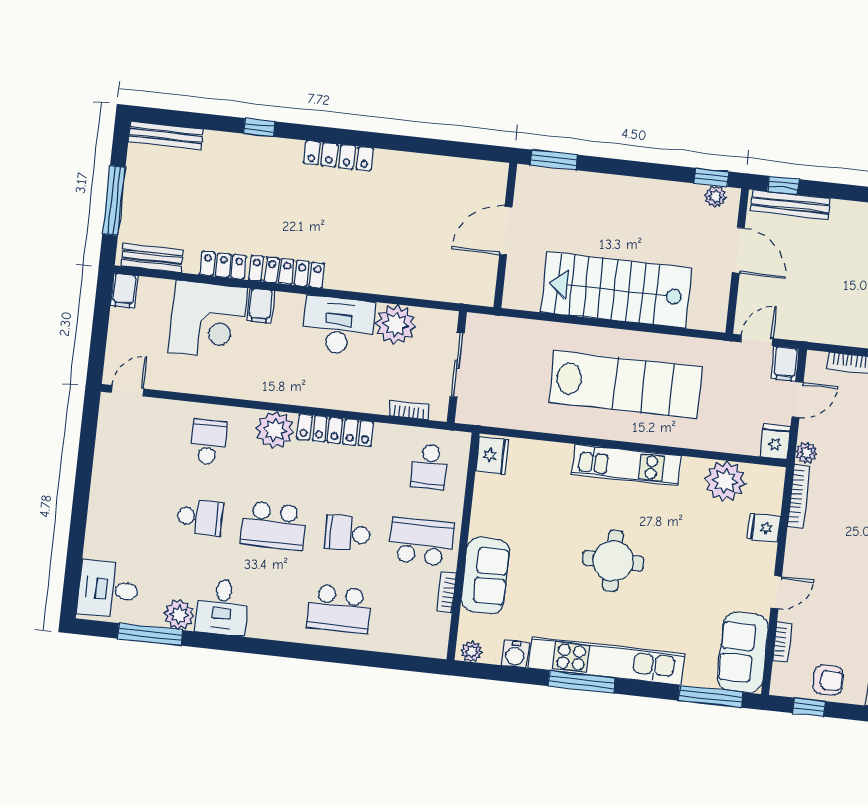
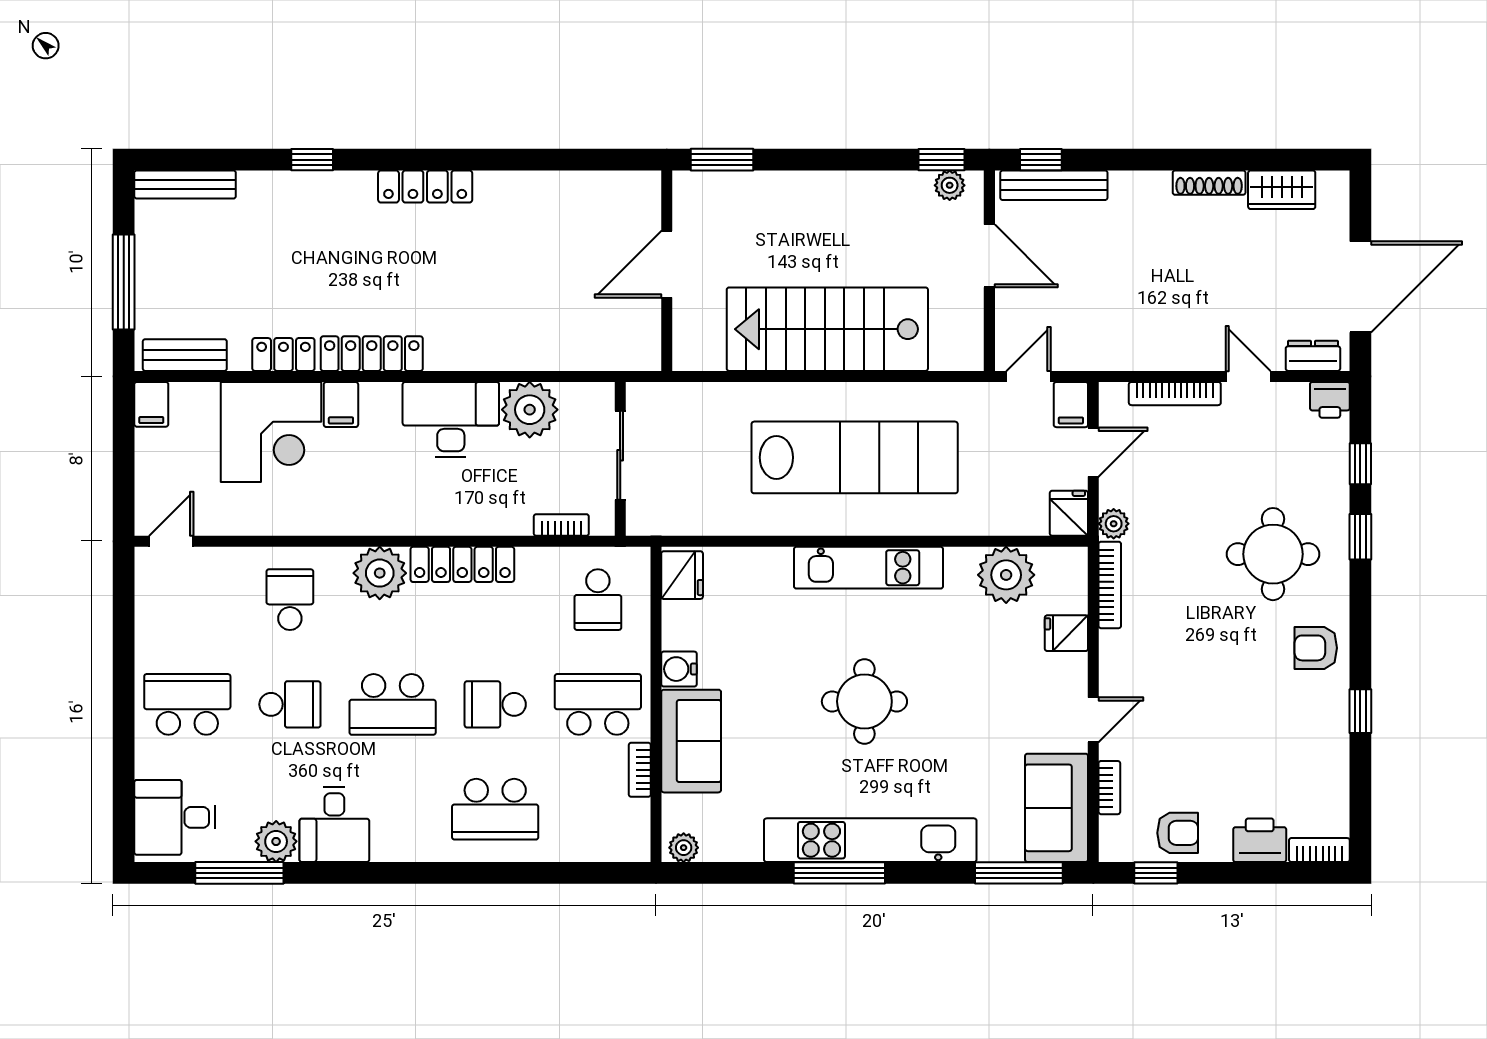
school desk: (126, 509) -> (187, 704), added
water cooler: (515, 654) -> (679, 669), moved, turned 90

